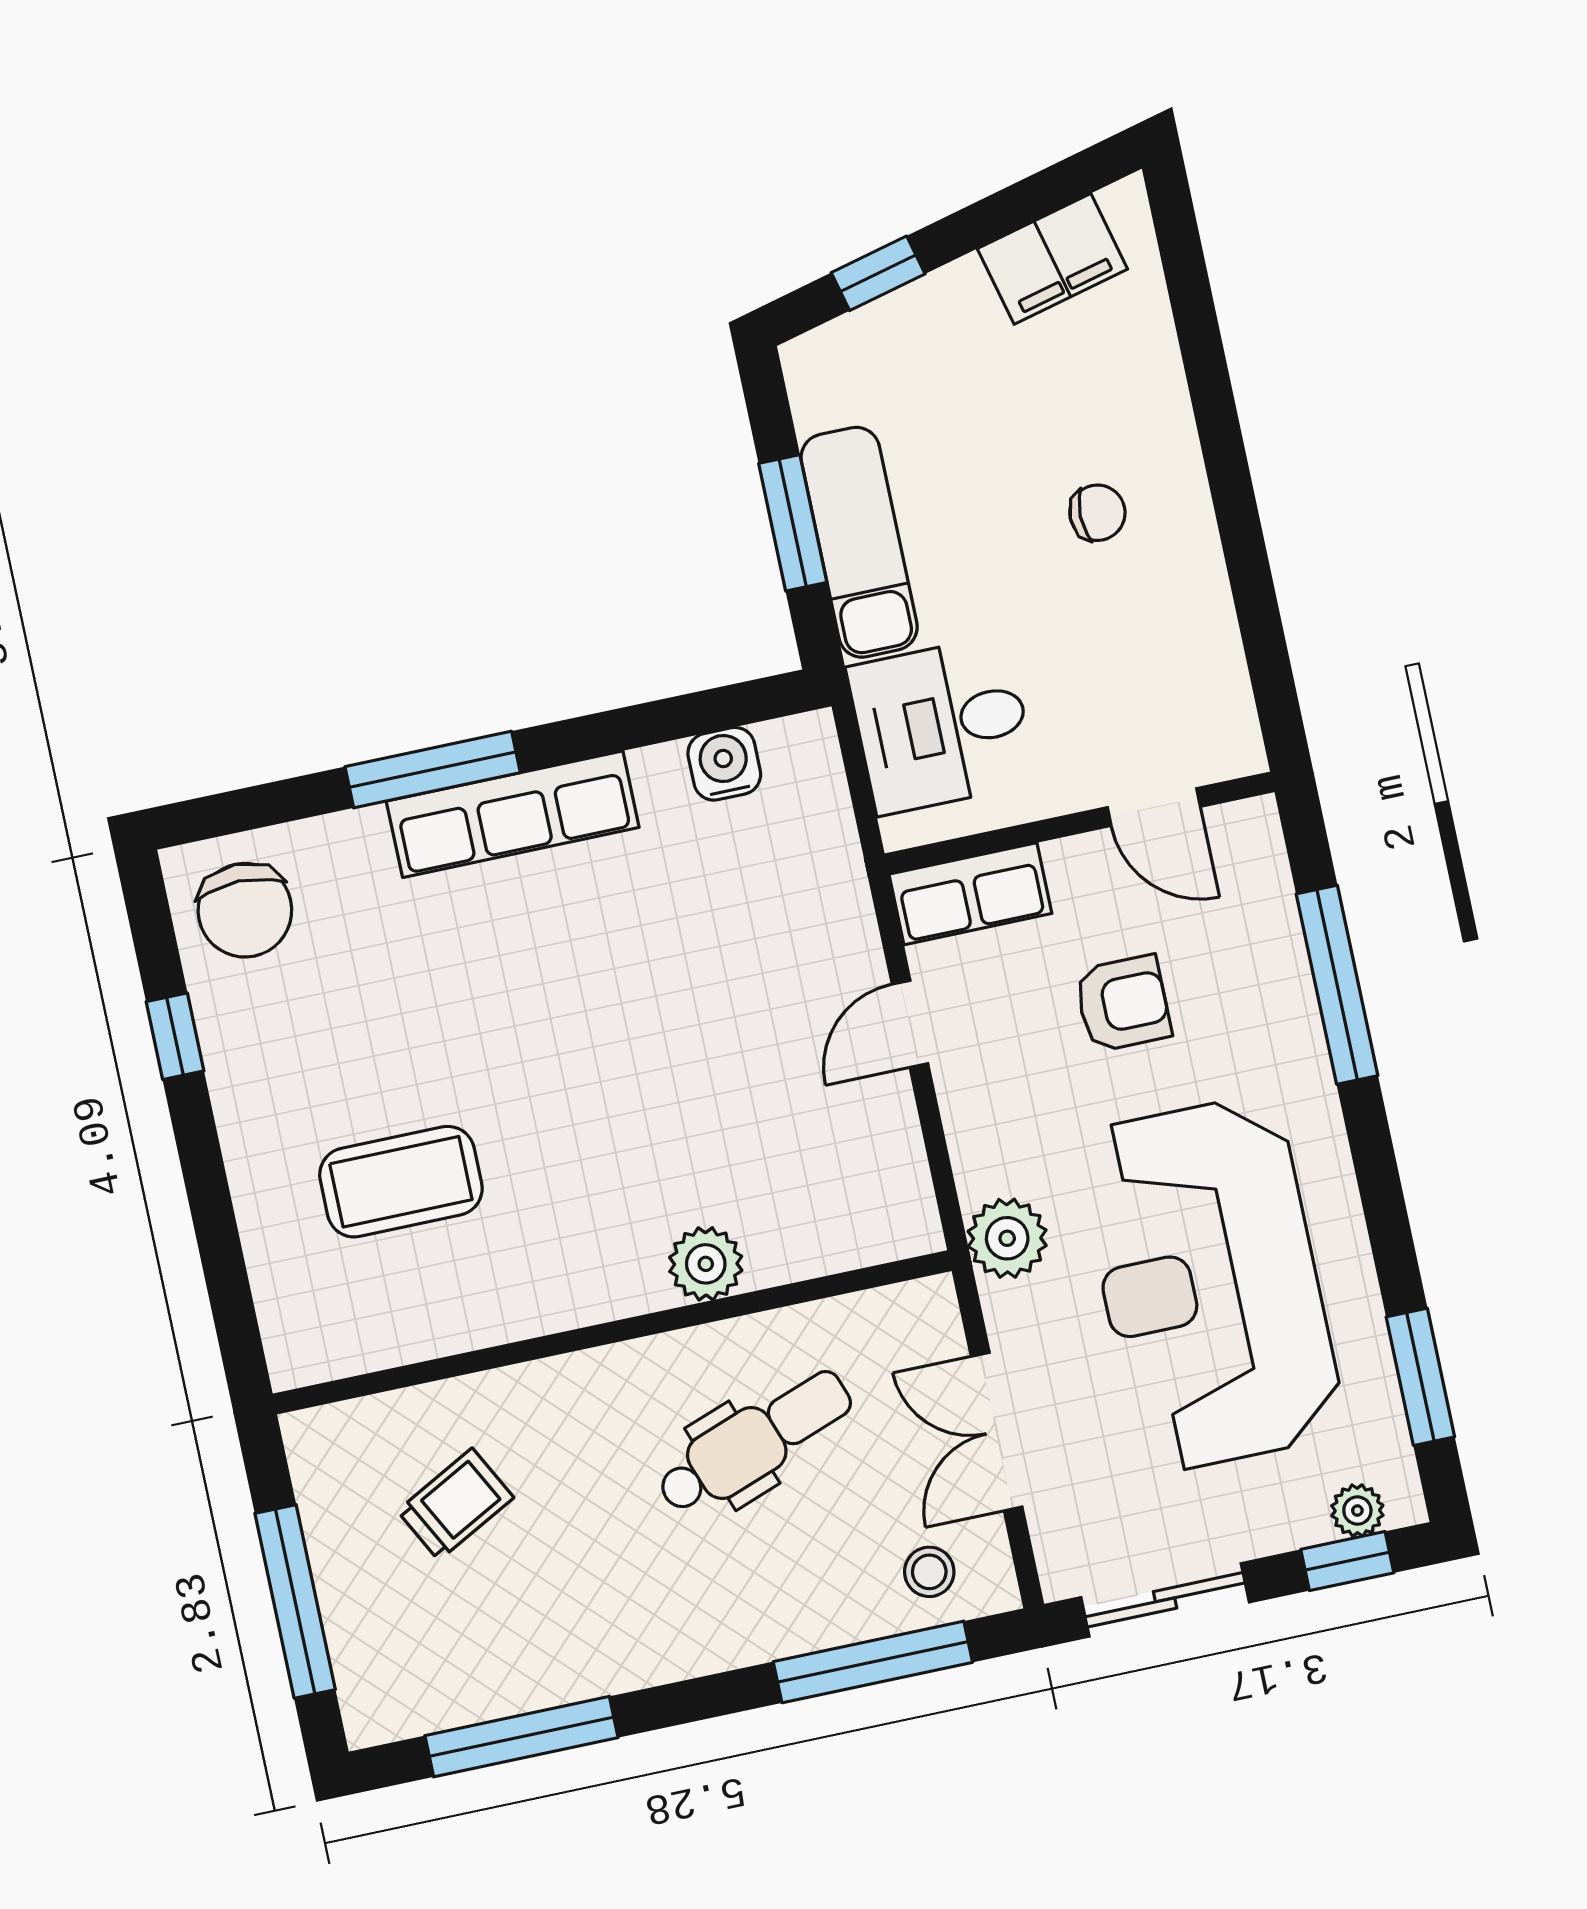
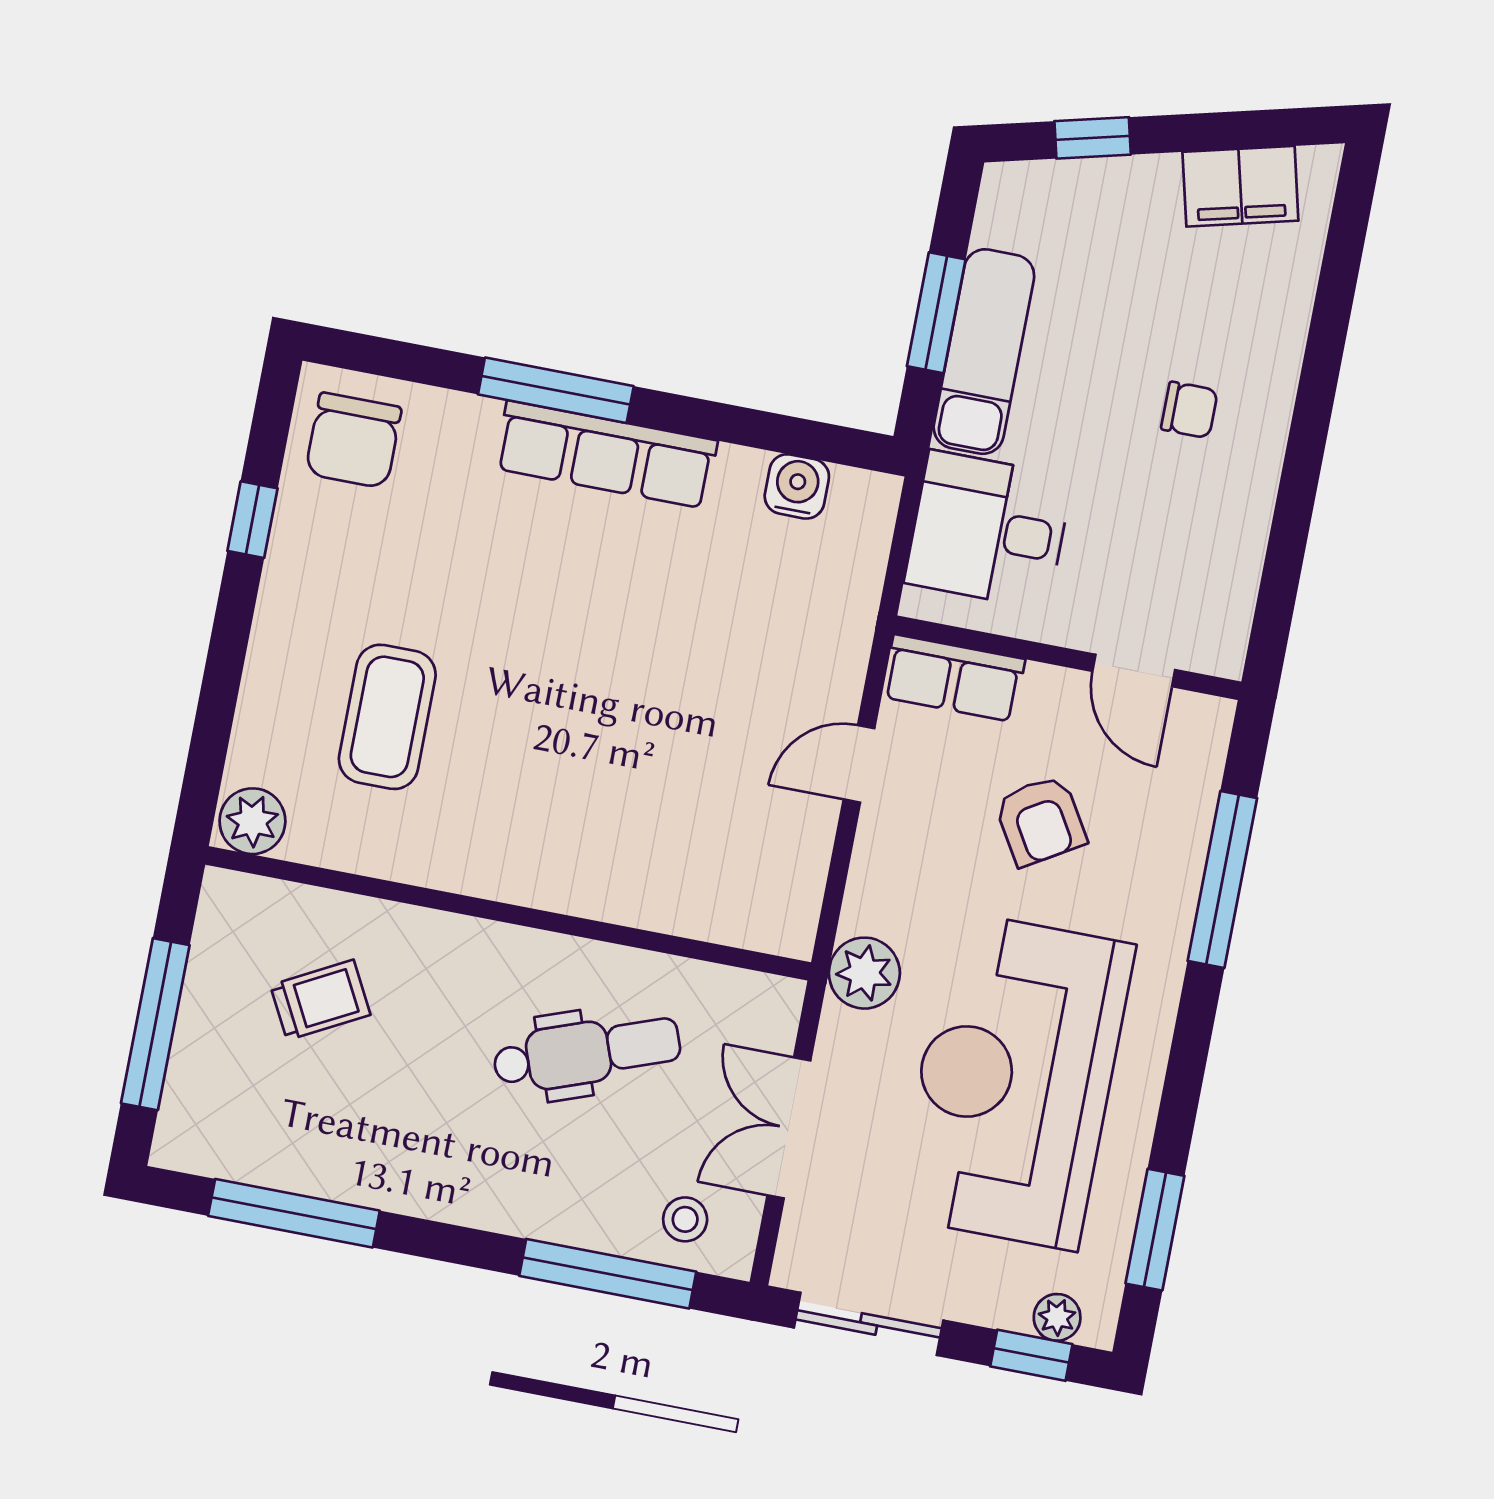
armchair: (1123, 1003) -> (1040, 821), turned 59
coffee table: (401, 1182) -> (387, 717), turned 90
plant: (706, 1264) -> (252, 821), moved

